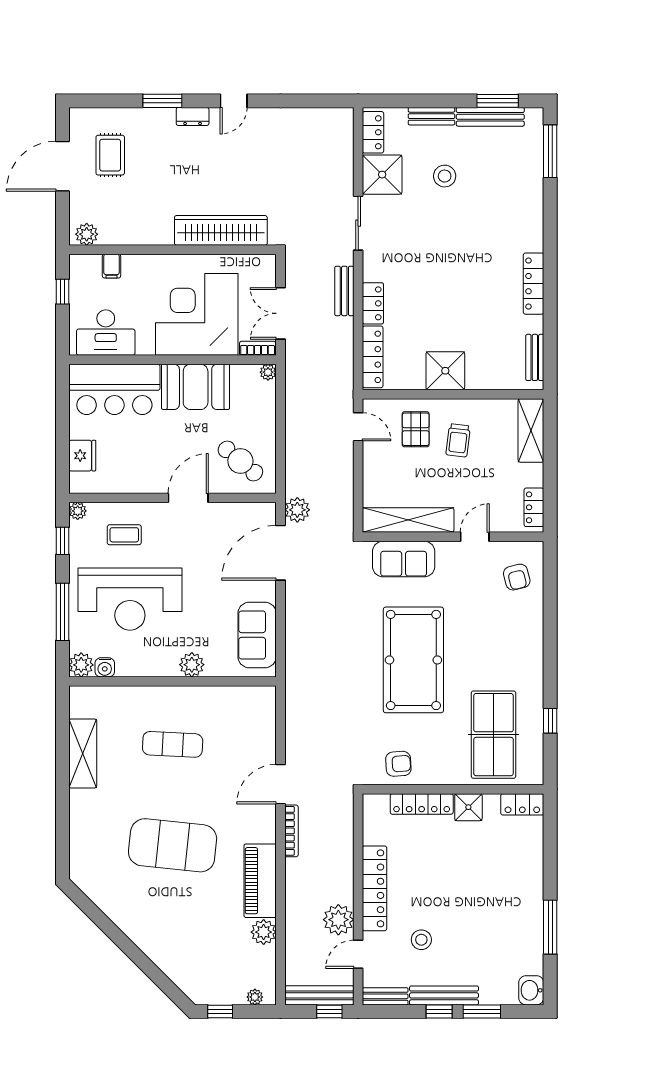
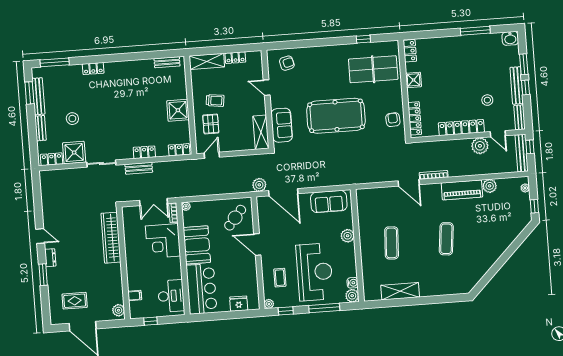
locker: (534, 284) -> (93, 69), moved, width x0.66
corner desk: (197, 314) -> (163, 241), width x0.74, depth x0.74
locker: (373, 357) -> (179, 150), width x0.66
pallet: (416, 429) -> (211, 124), turned 90
locker: (534, 507) -> (235, 58), moved
shelving: (408, 520) -> (261, 132), width x0.68
locker: (422, 804) -> (415, 118), moved
exercise mat: (173, 845) -> (446, 239), width x0.50, depth x0.69

